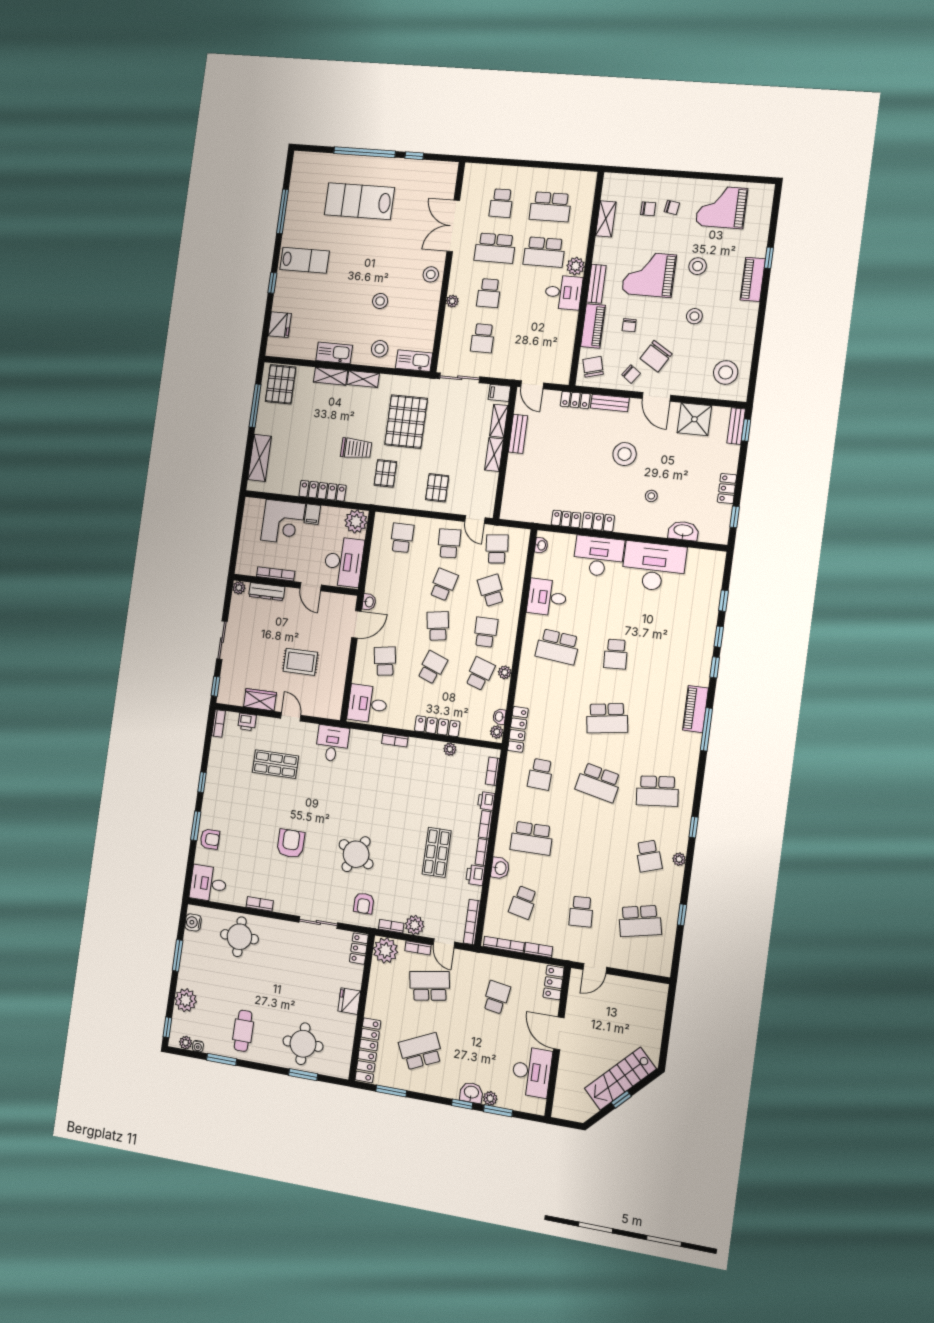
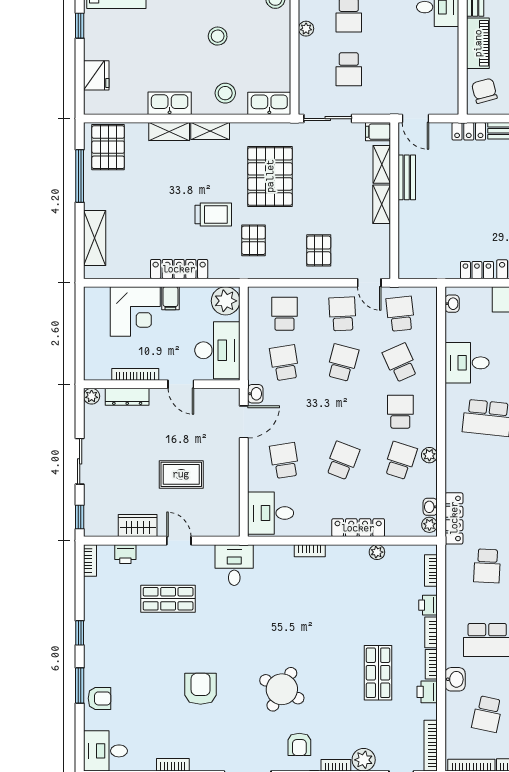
school desk: (438, 626) -> (285, 363), moved

